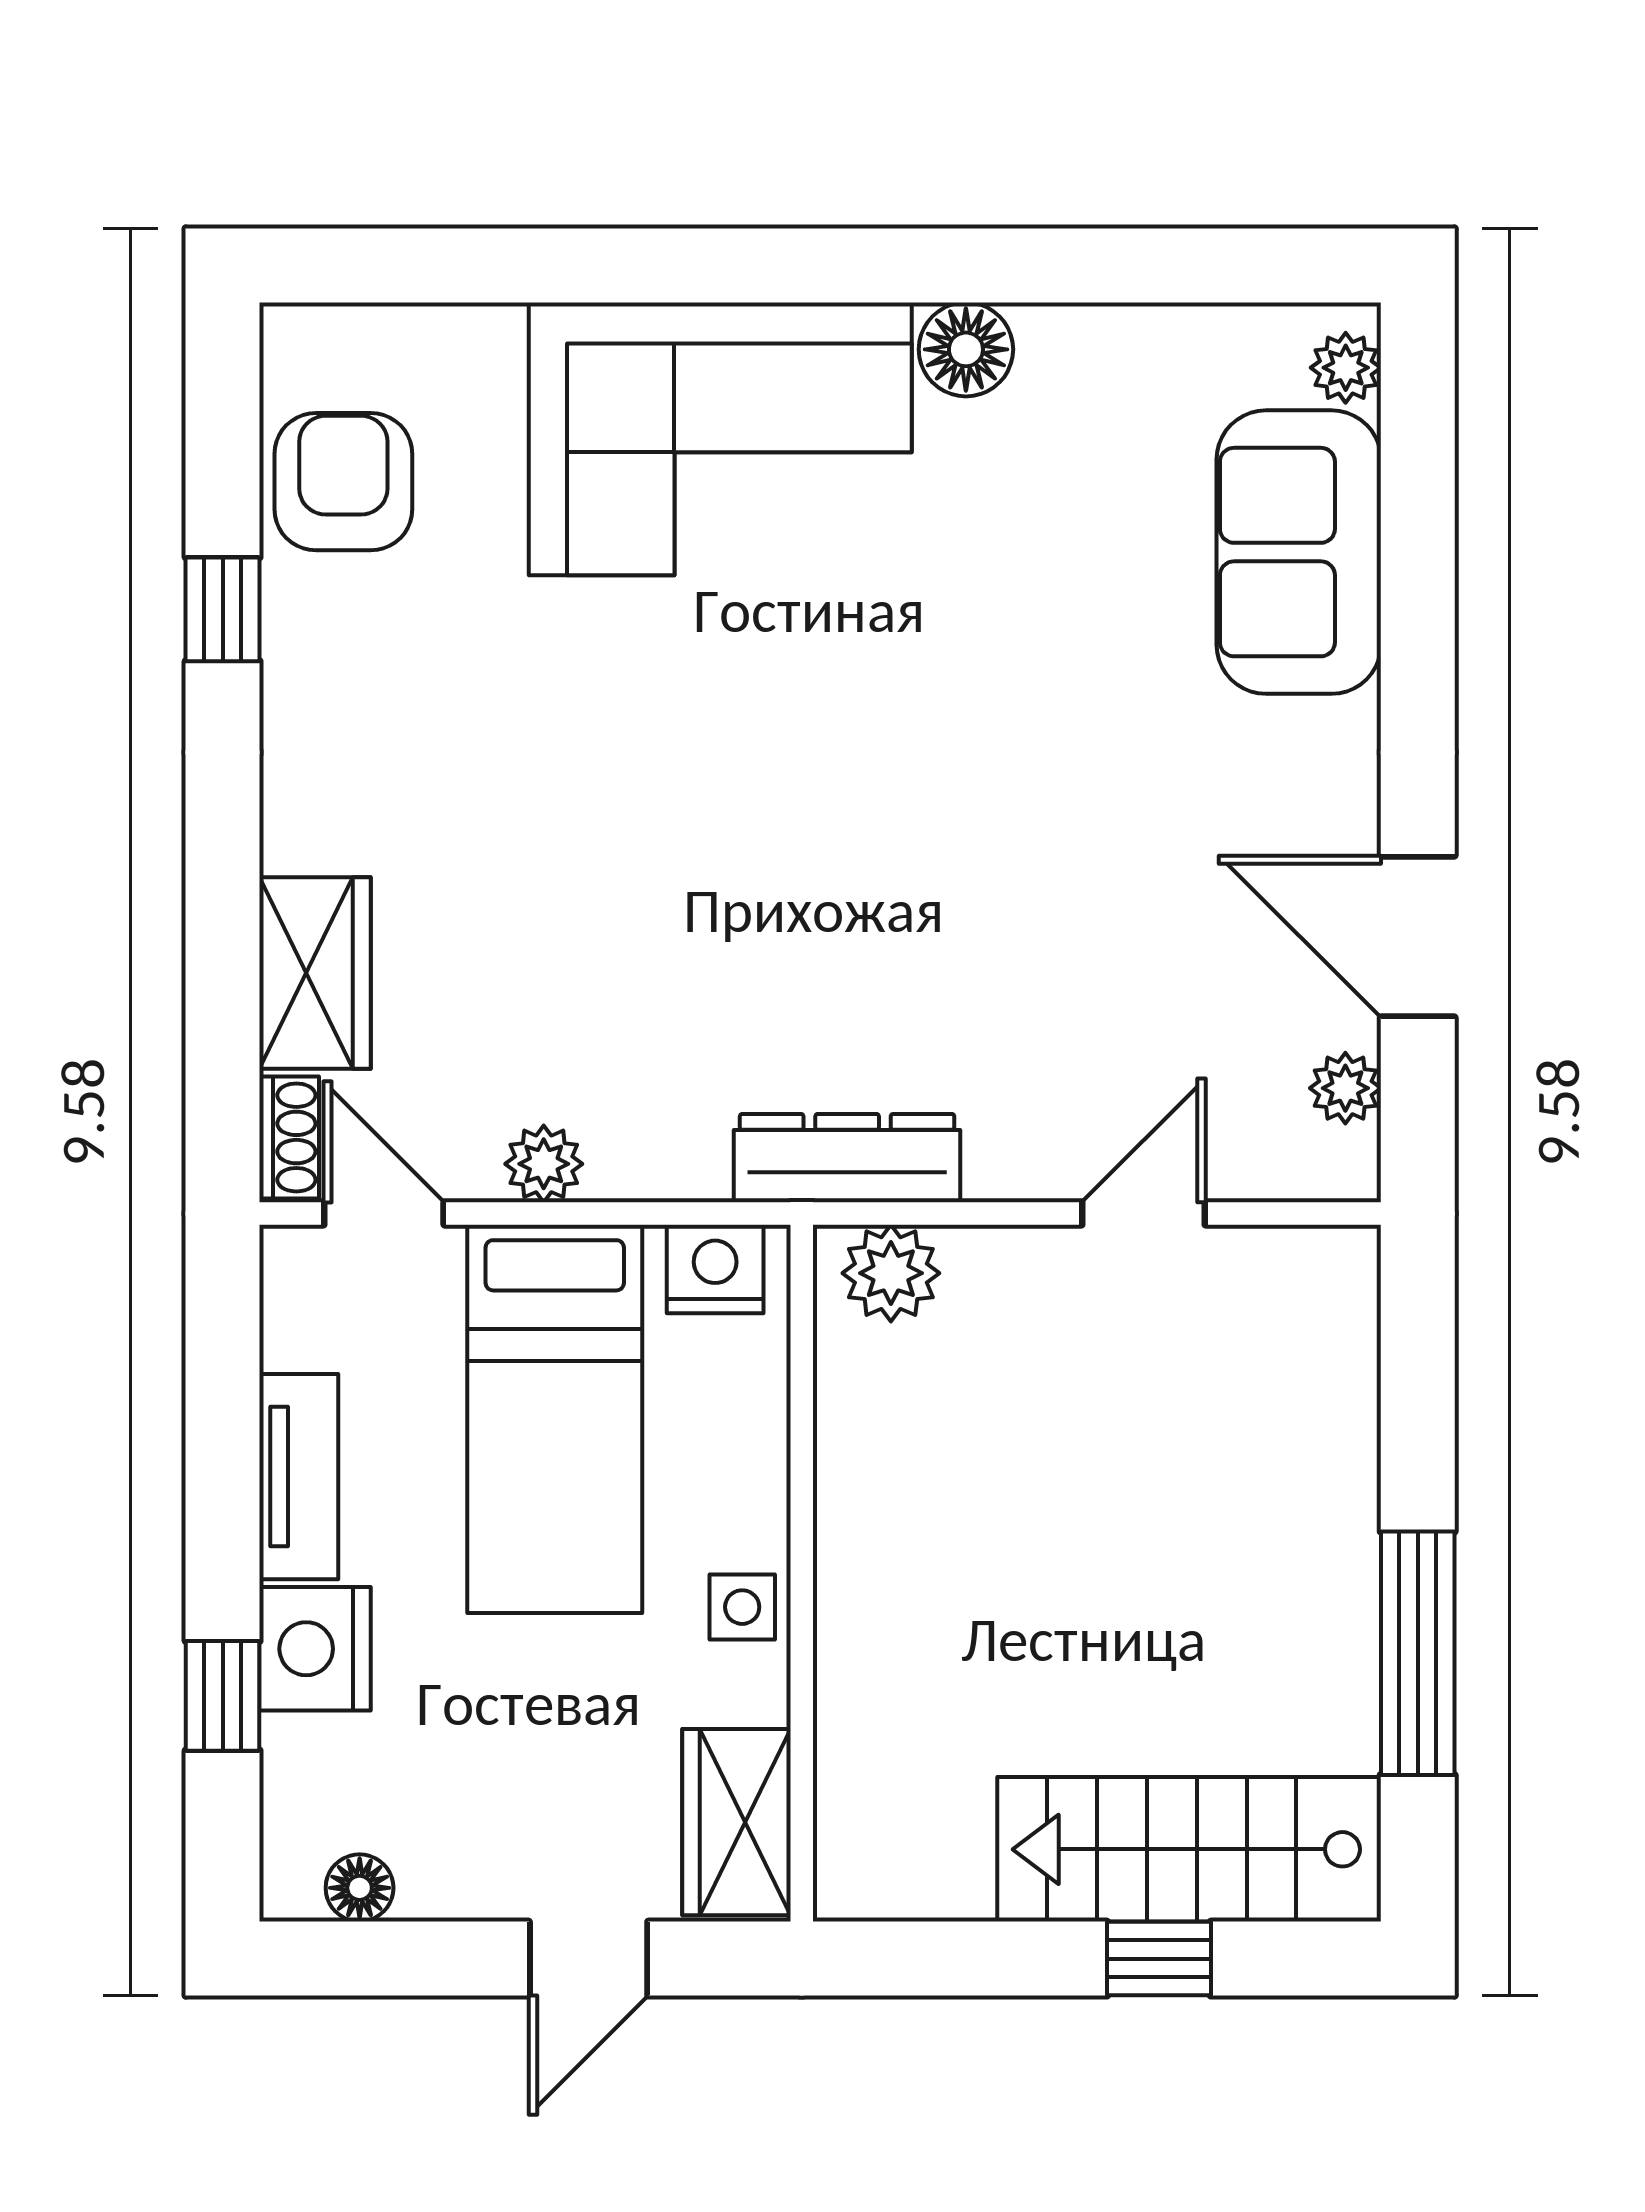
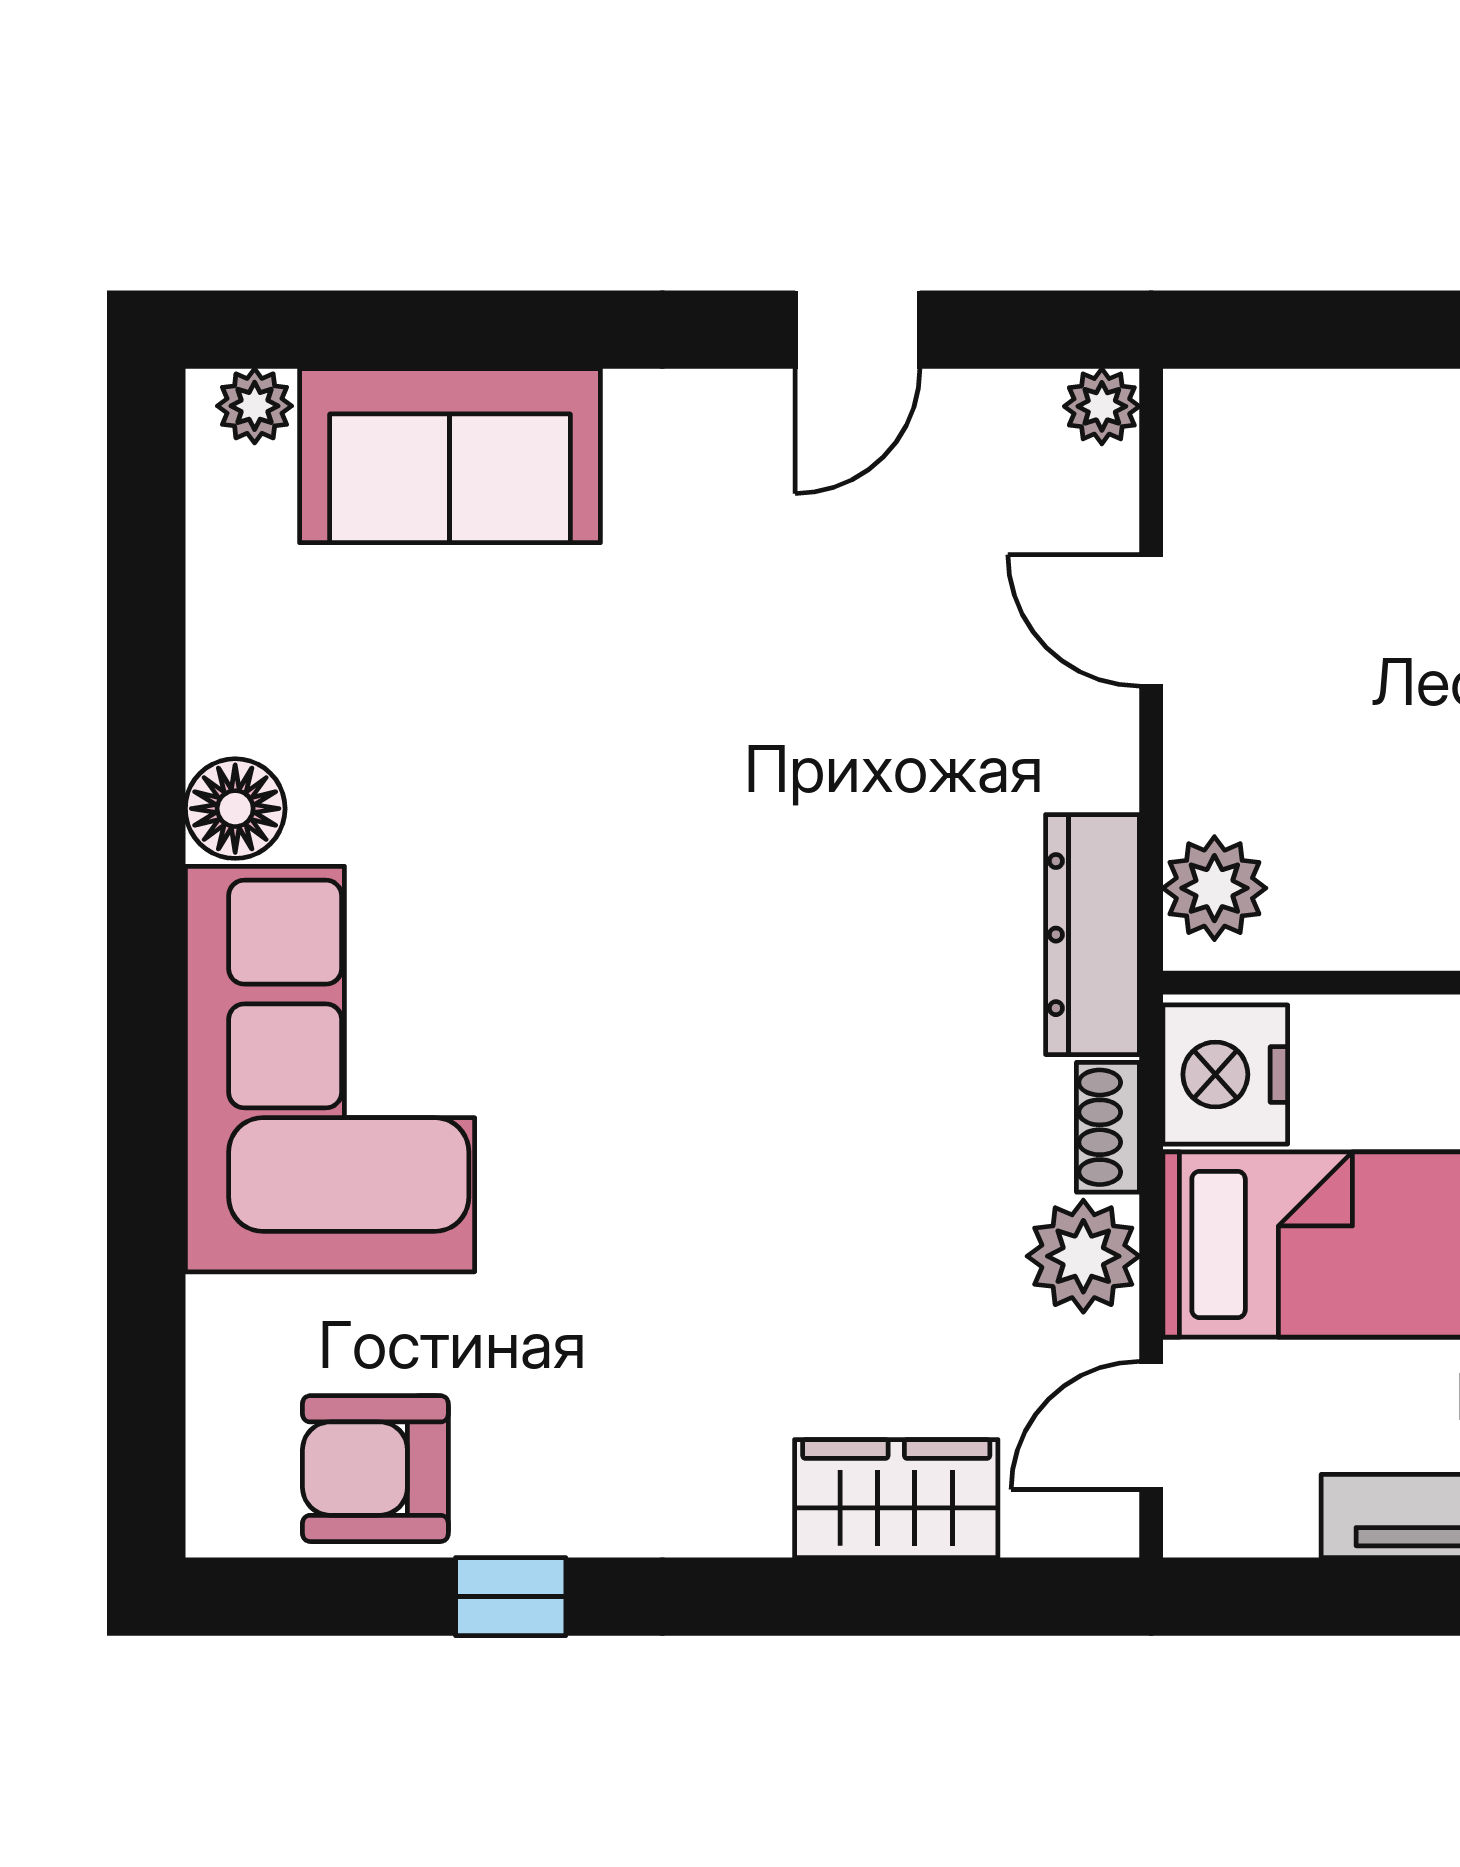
door: (1418, 936) -> (858, 330), width x0.73
plant: (1345, 1088) -> (1102, 406), moved
shoe rack: (289, 1137) -> (1108, 1127), moved, turned -90
plant: (544, 1164) -> (1083, 1256), width x1.38, depth x1.38
nightstand: (715, 1269) -> (1225, 1074), width x1.36, depth x1.33

